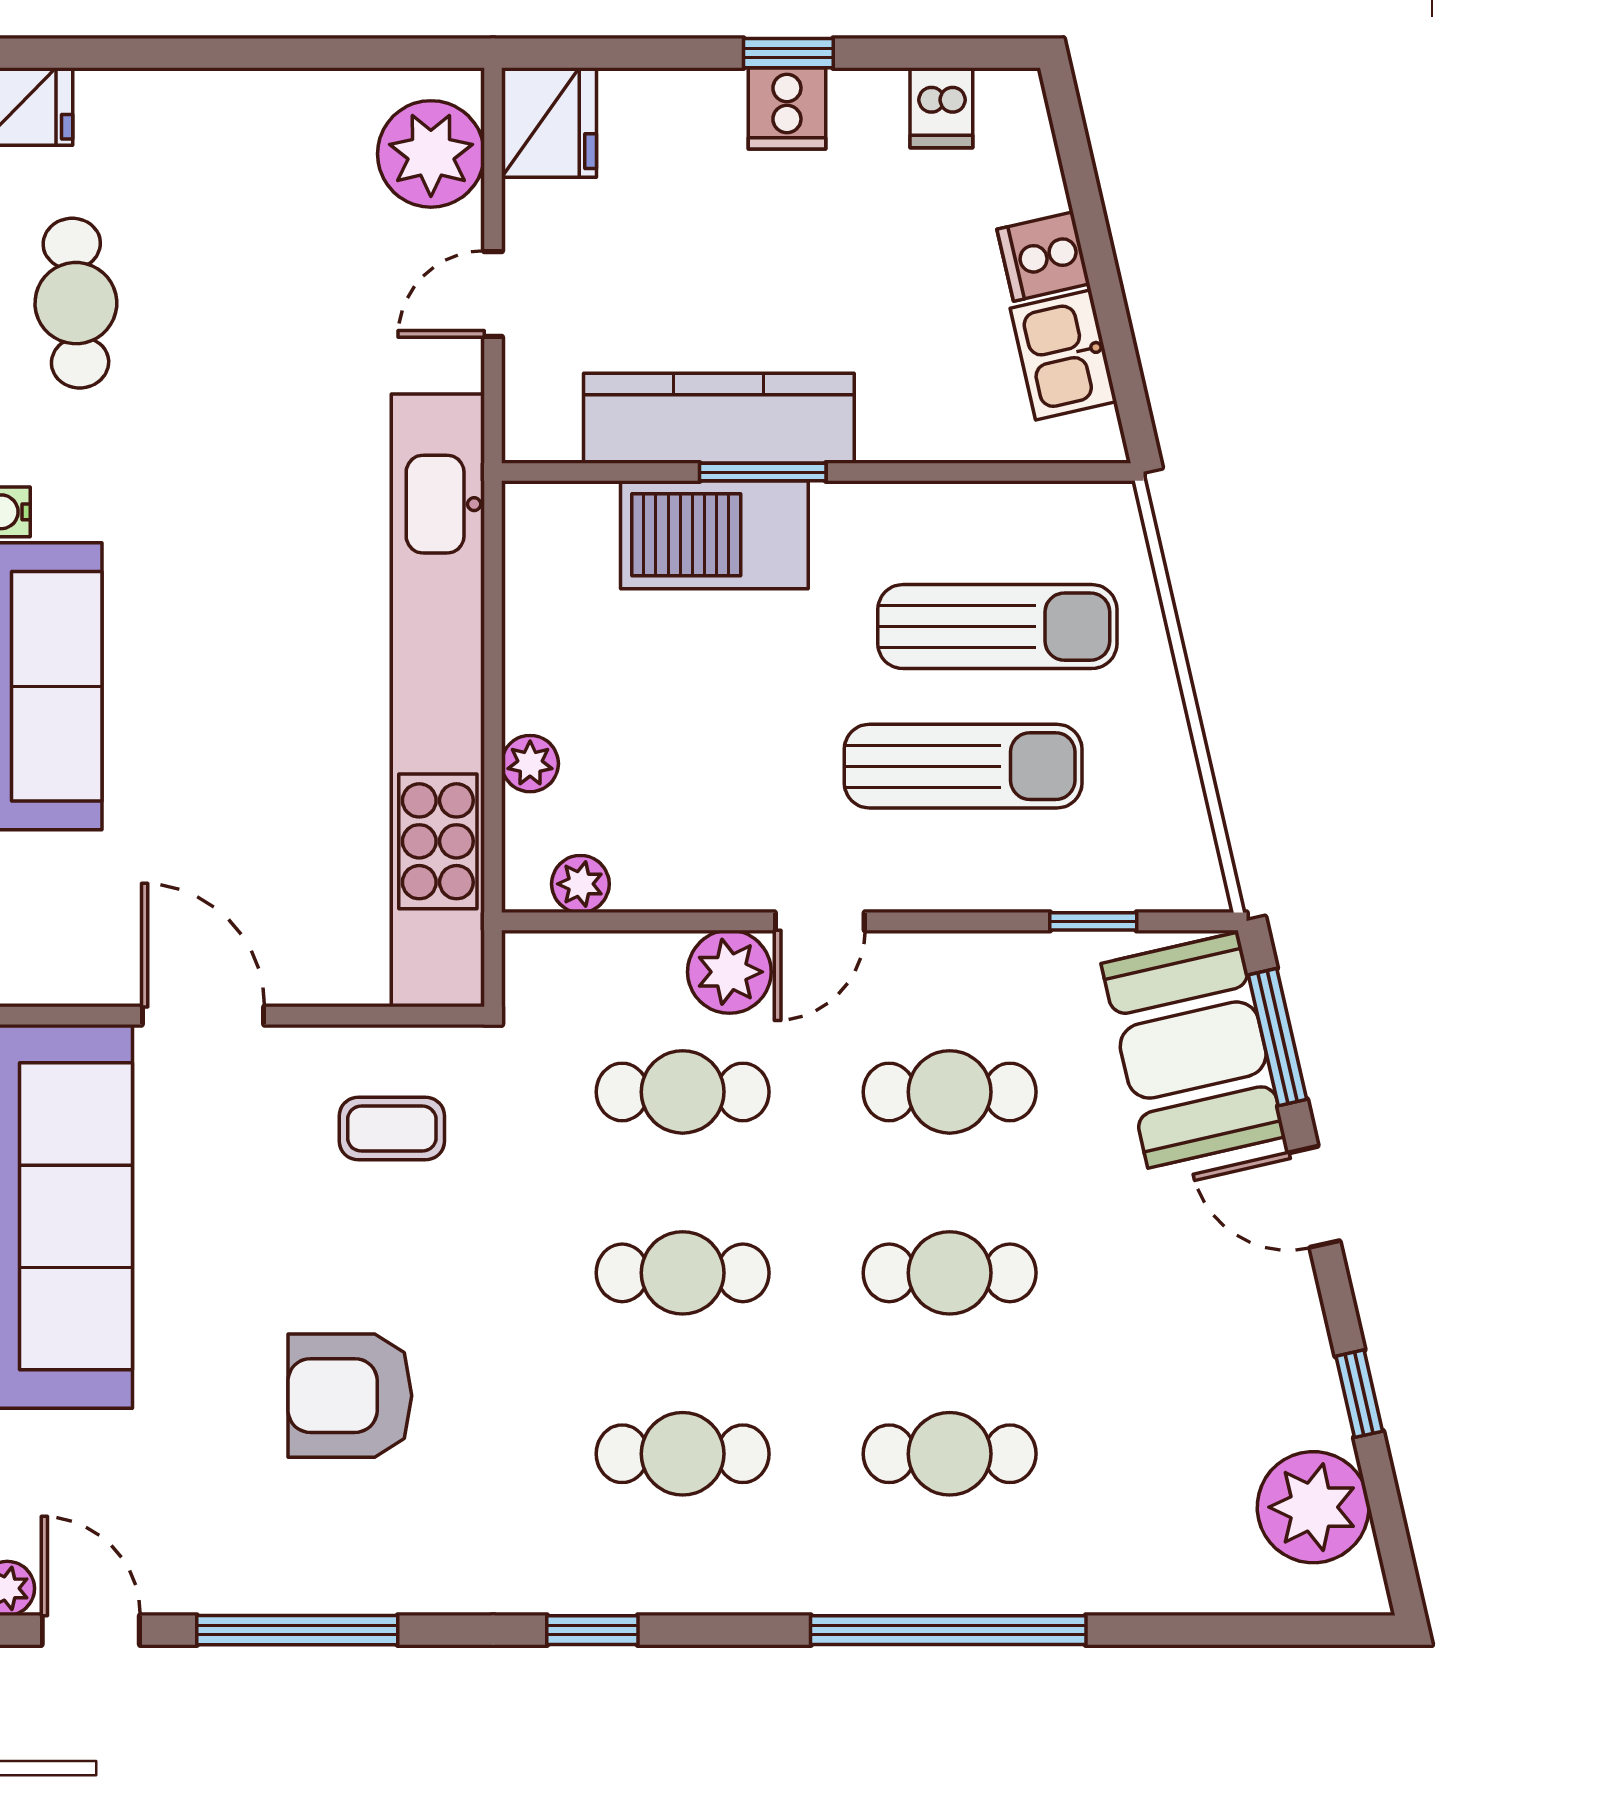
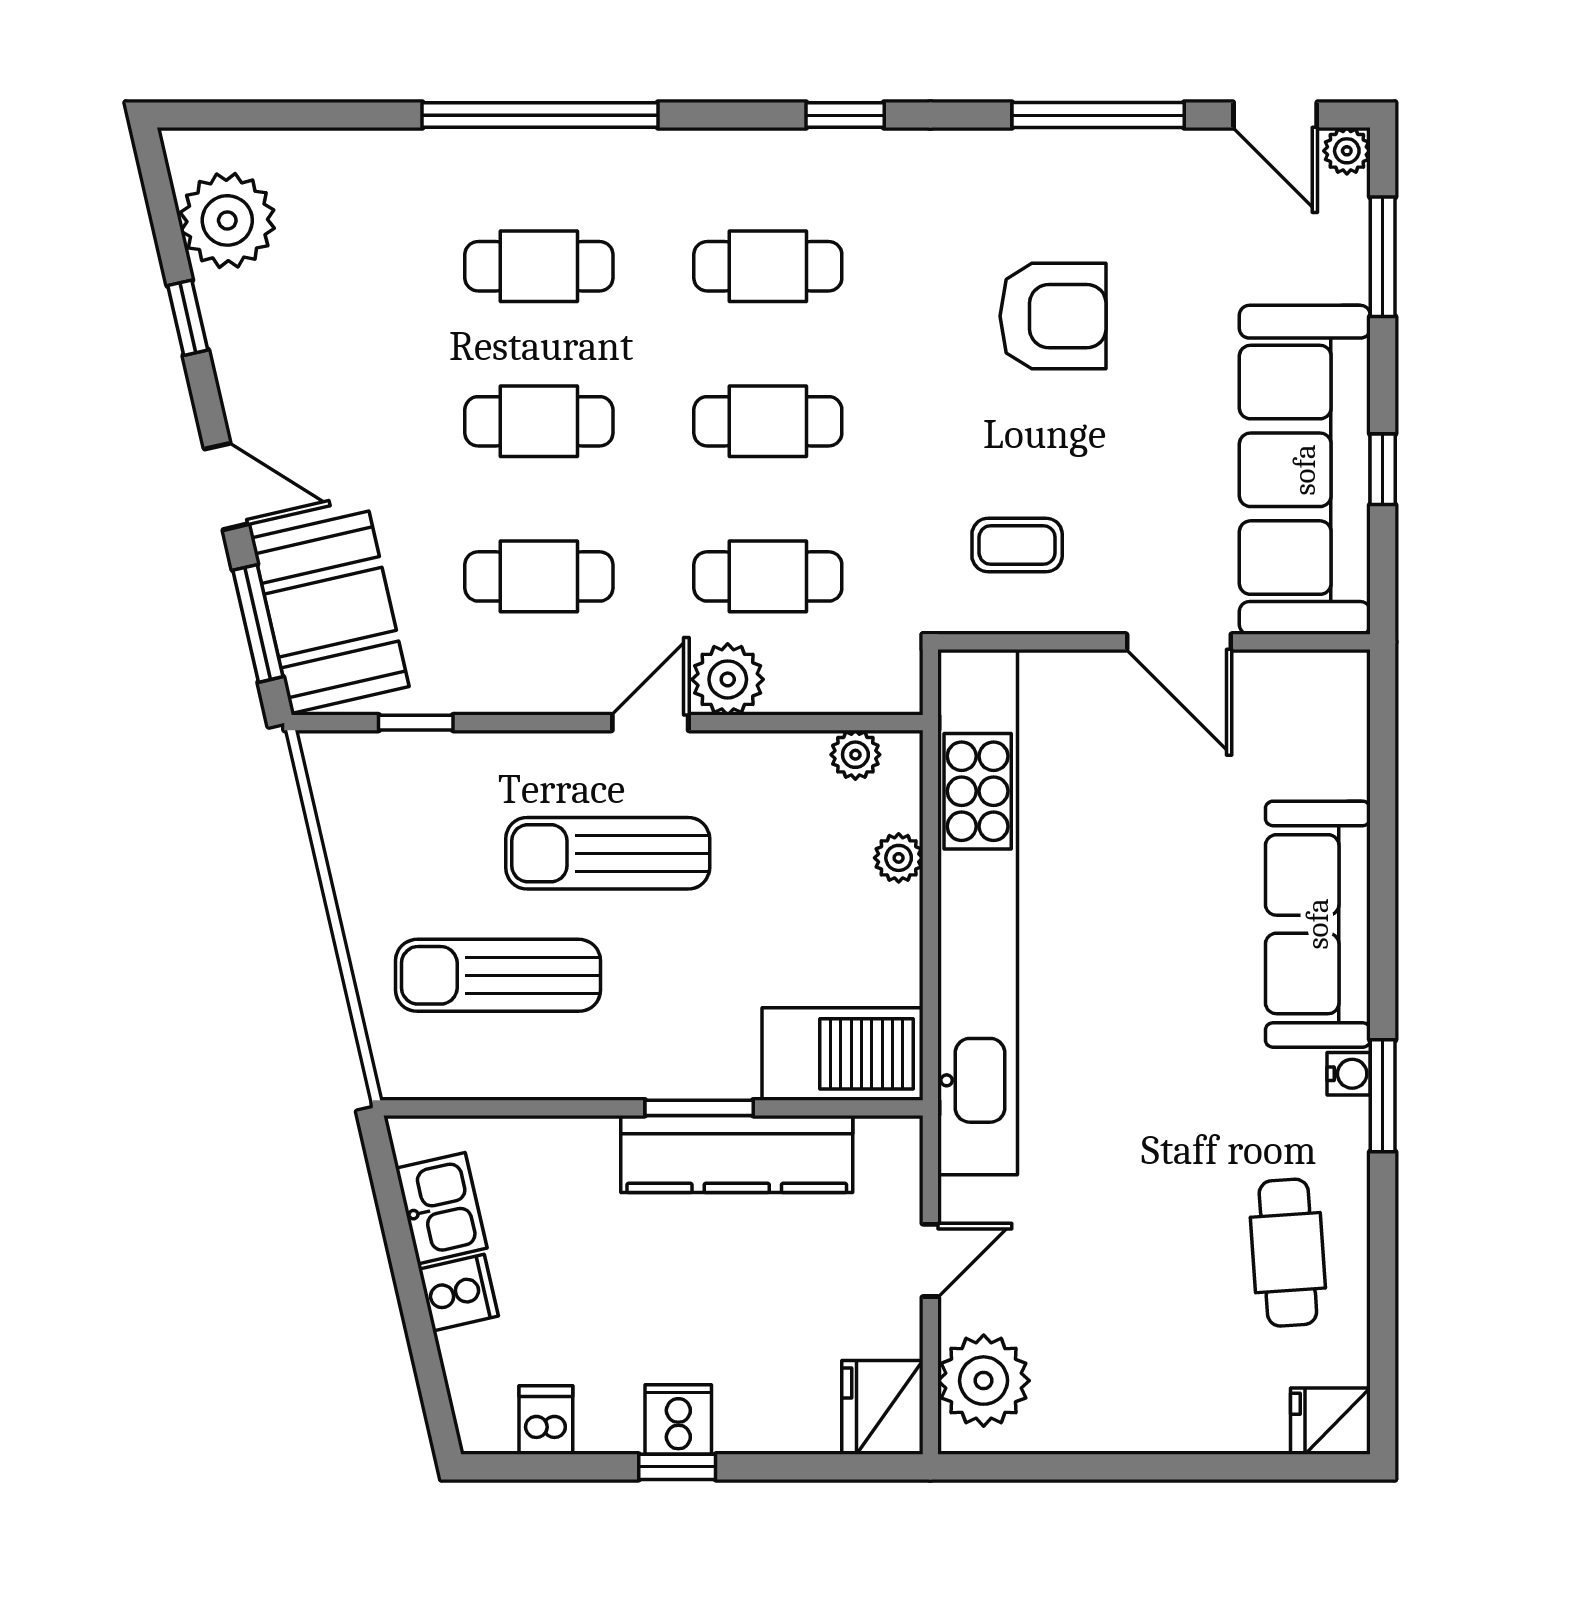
barbecue: (714, 535) -> (842, 1054), moved
sun lounger: (963, 766) -> (608, 853), moved

